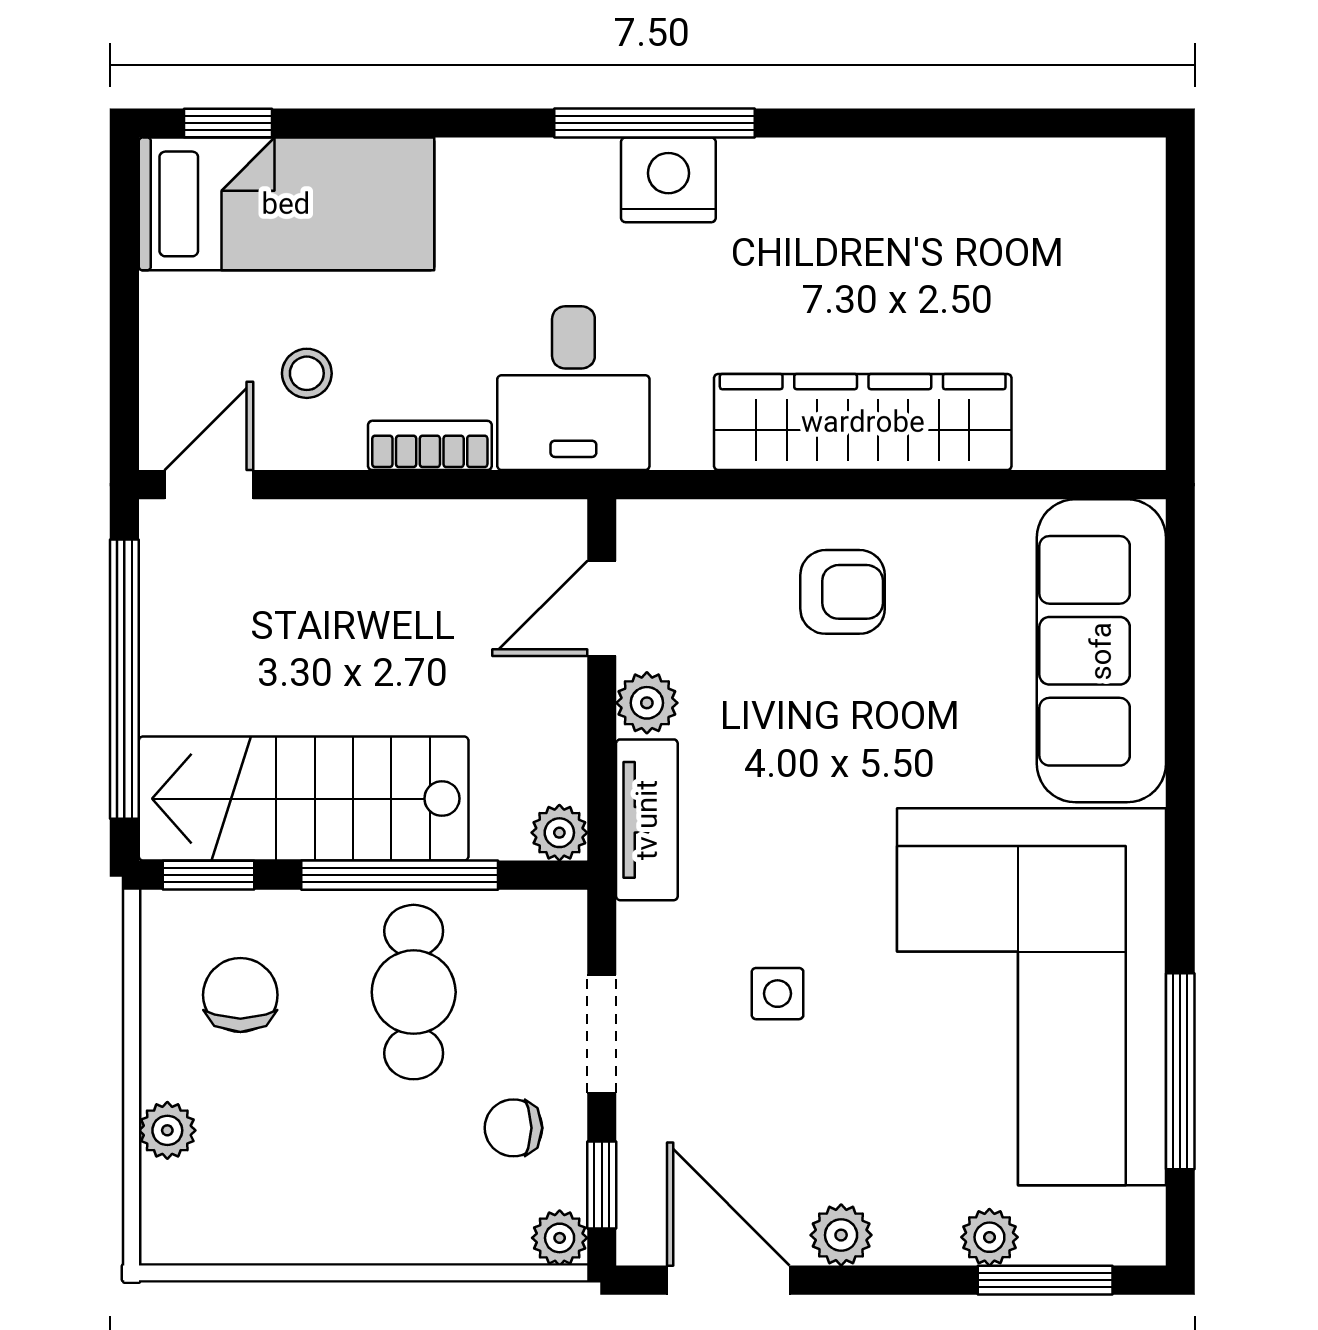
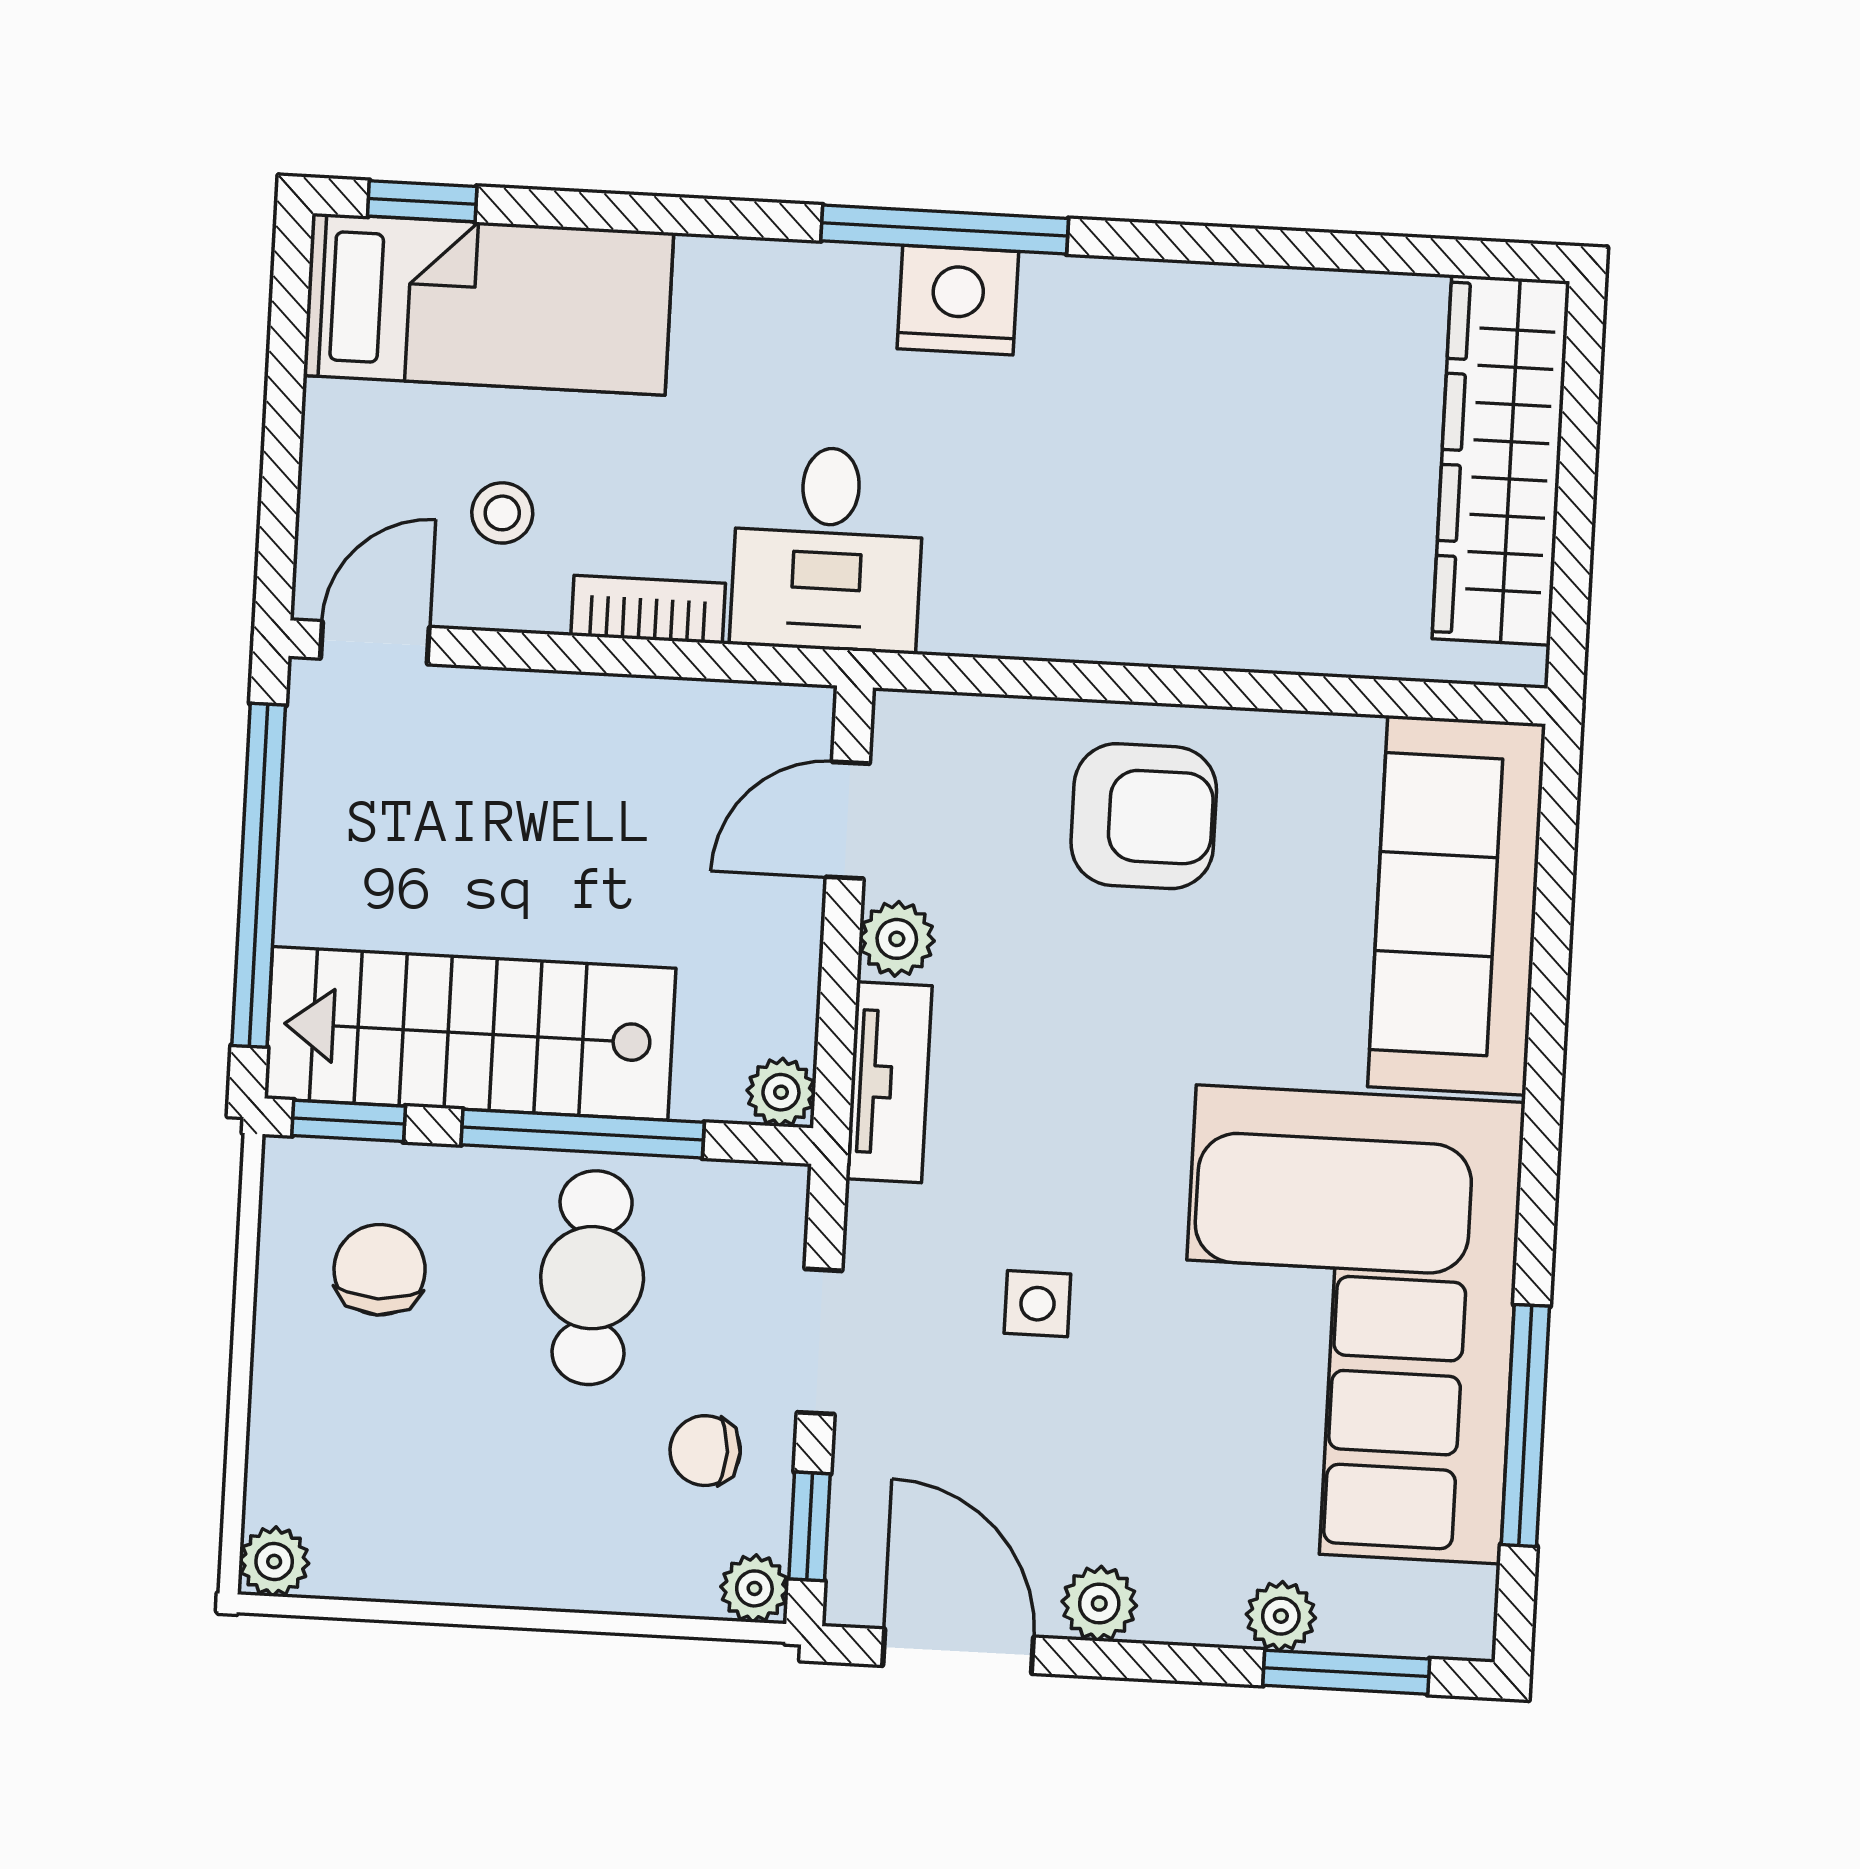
wardrobe: (863, 422) -> (1501, 460), moved, turned -90
armchair: (843, 592) -> (1144, 816), width x1.38, depth x1.38
plant: (167, 1130) -> (274, 1562), moved

